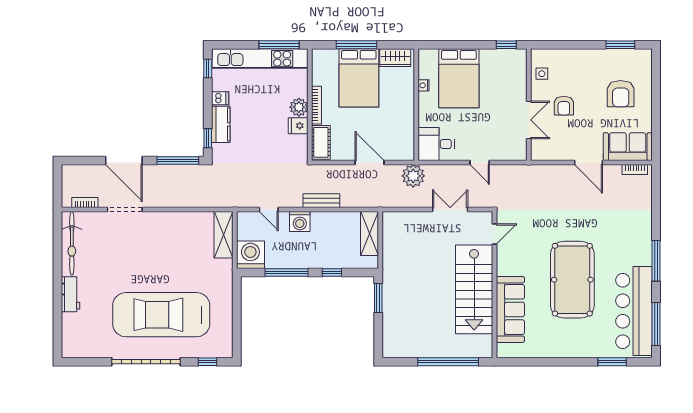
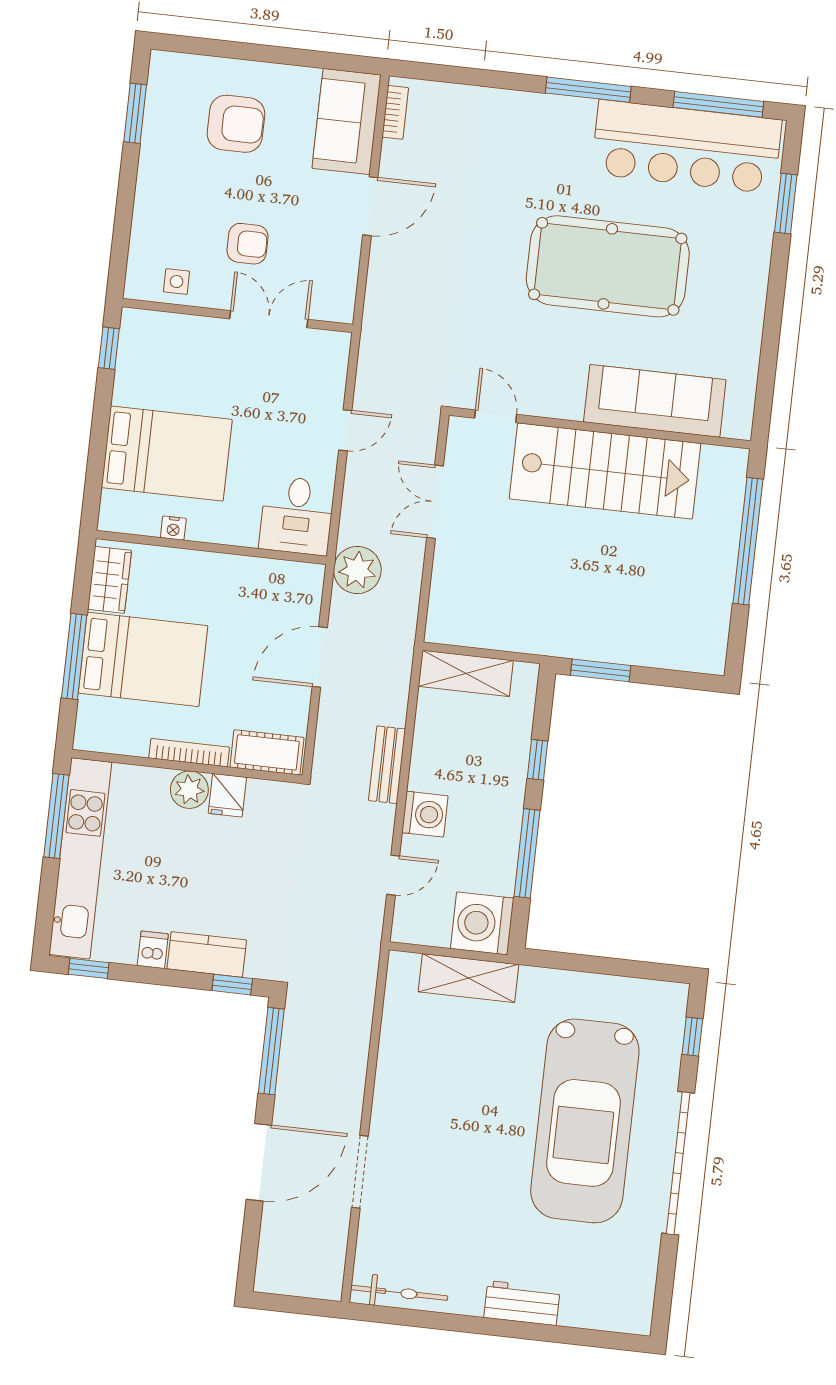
bookcase: (85, 202) -> (336, 1252), removed
shelving: (223, 235) -> (468, 978), moved
bicycle: (72, 243) -> (399, 1293), width x0.73, depth x0.71

